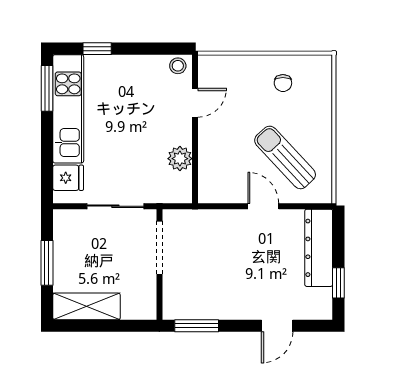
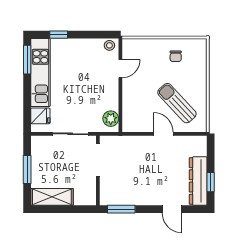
plant: (180, 159) -> (111, 119), moved
dresser: (319, 248) -> (198, 181), moved
door: (277, 326) -> (172, 209), hinge flipped

